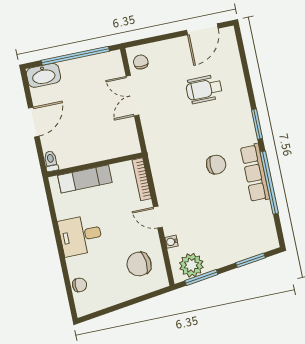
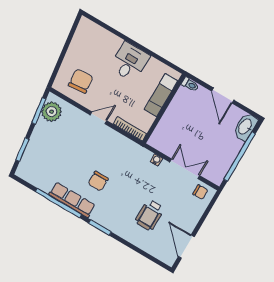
wheelchair: (204, 89) -> (150, 215), turned 180
water cooler: (171, 242) -> (156, 160), moved
chair: (80, 285) -> (101, 34), removed

